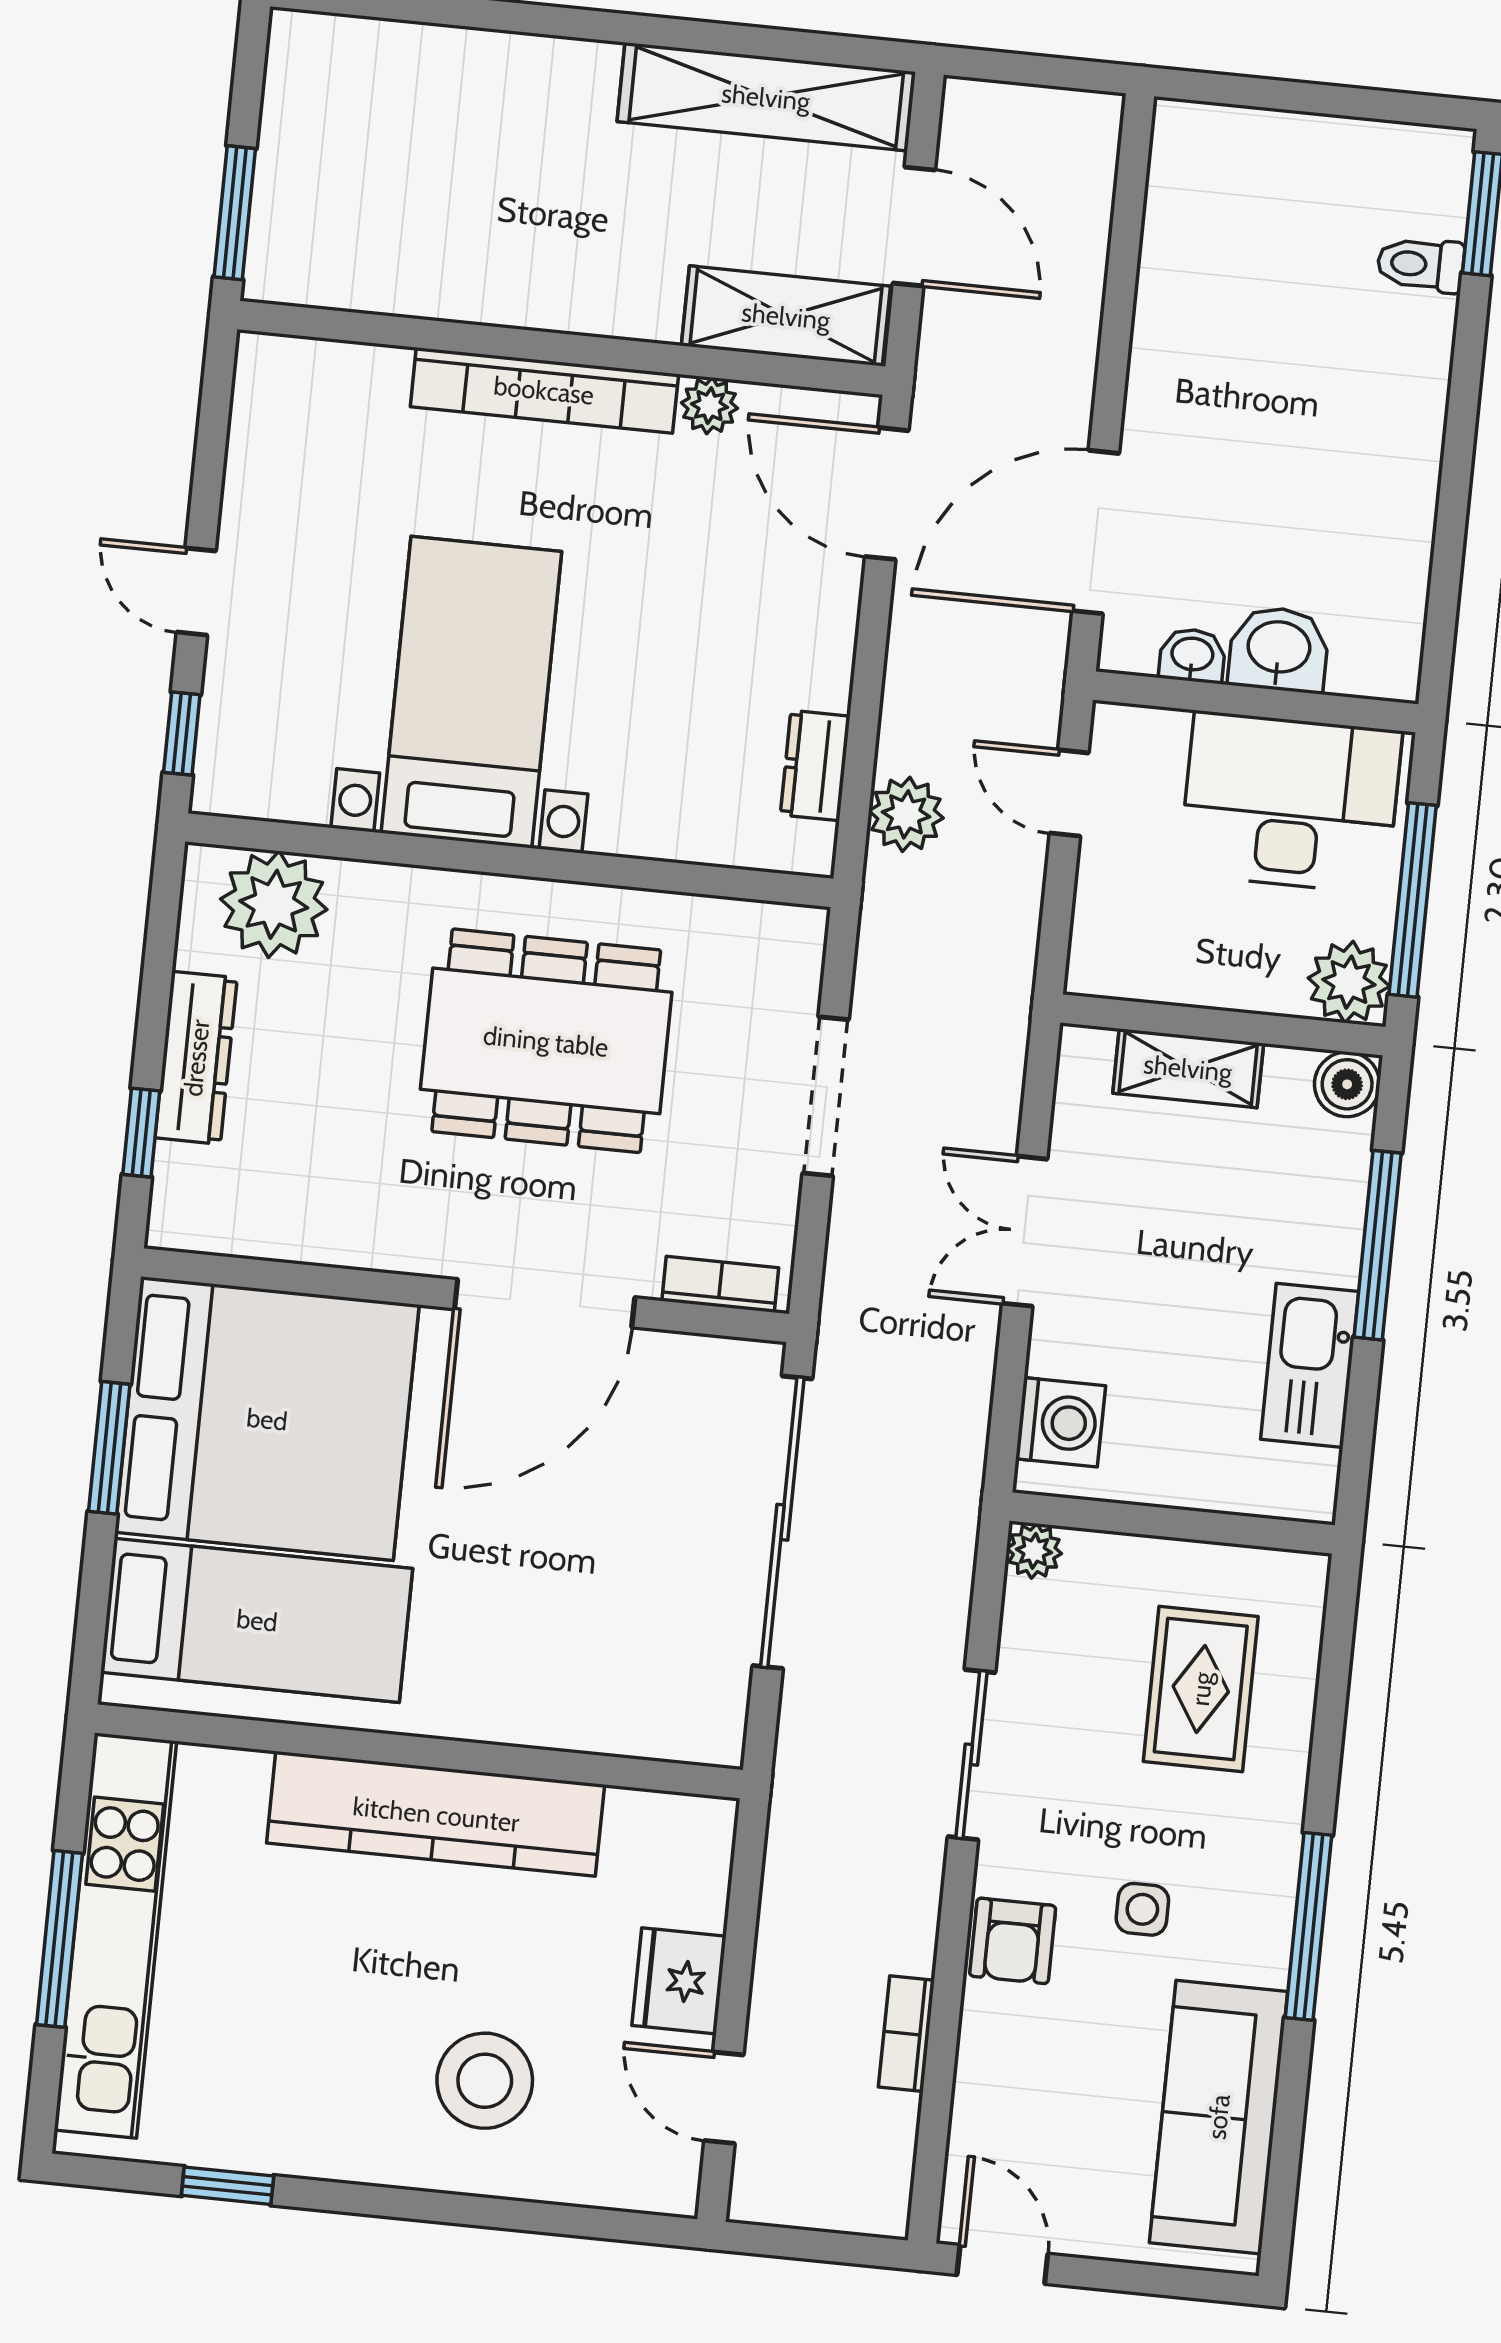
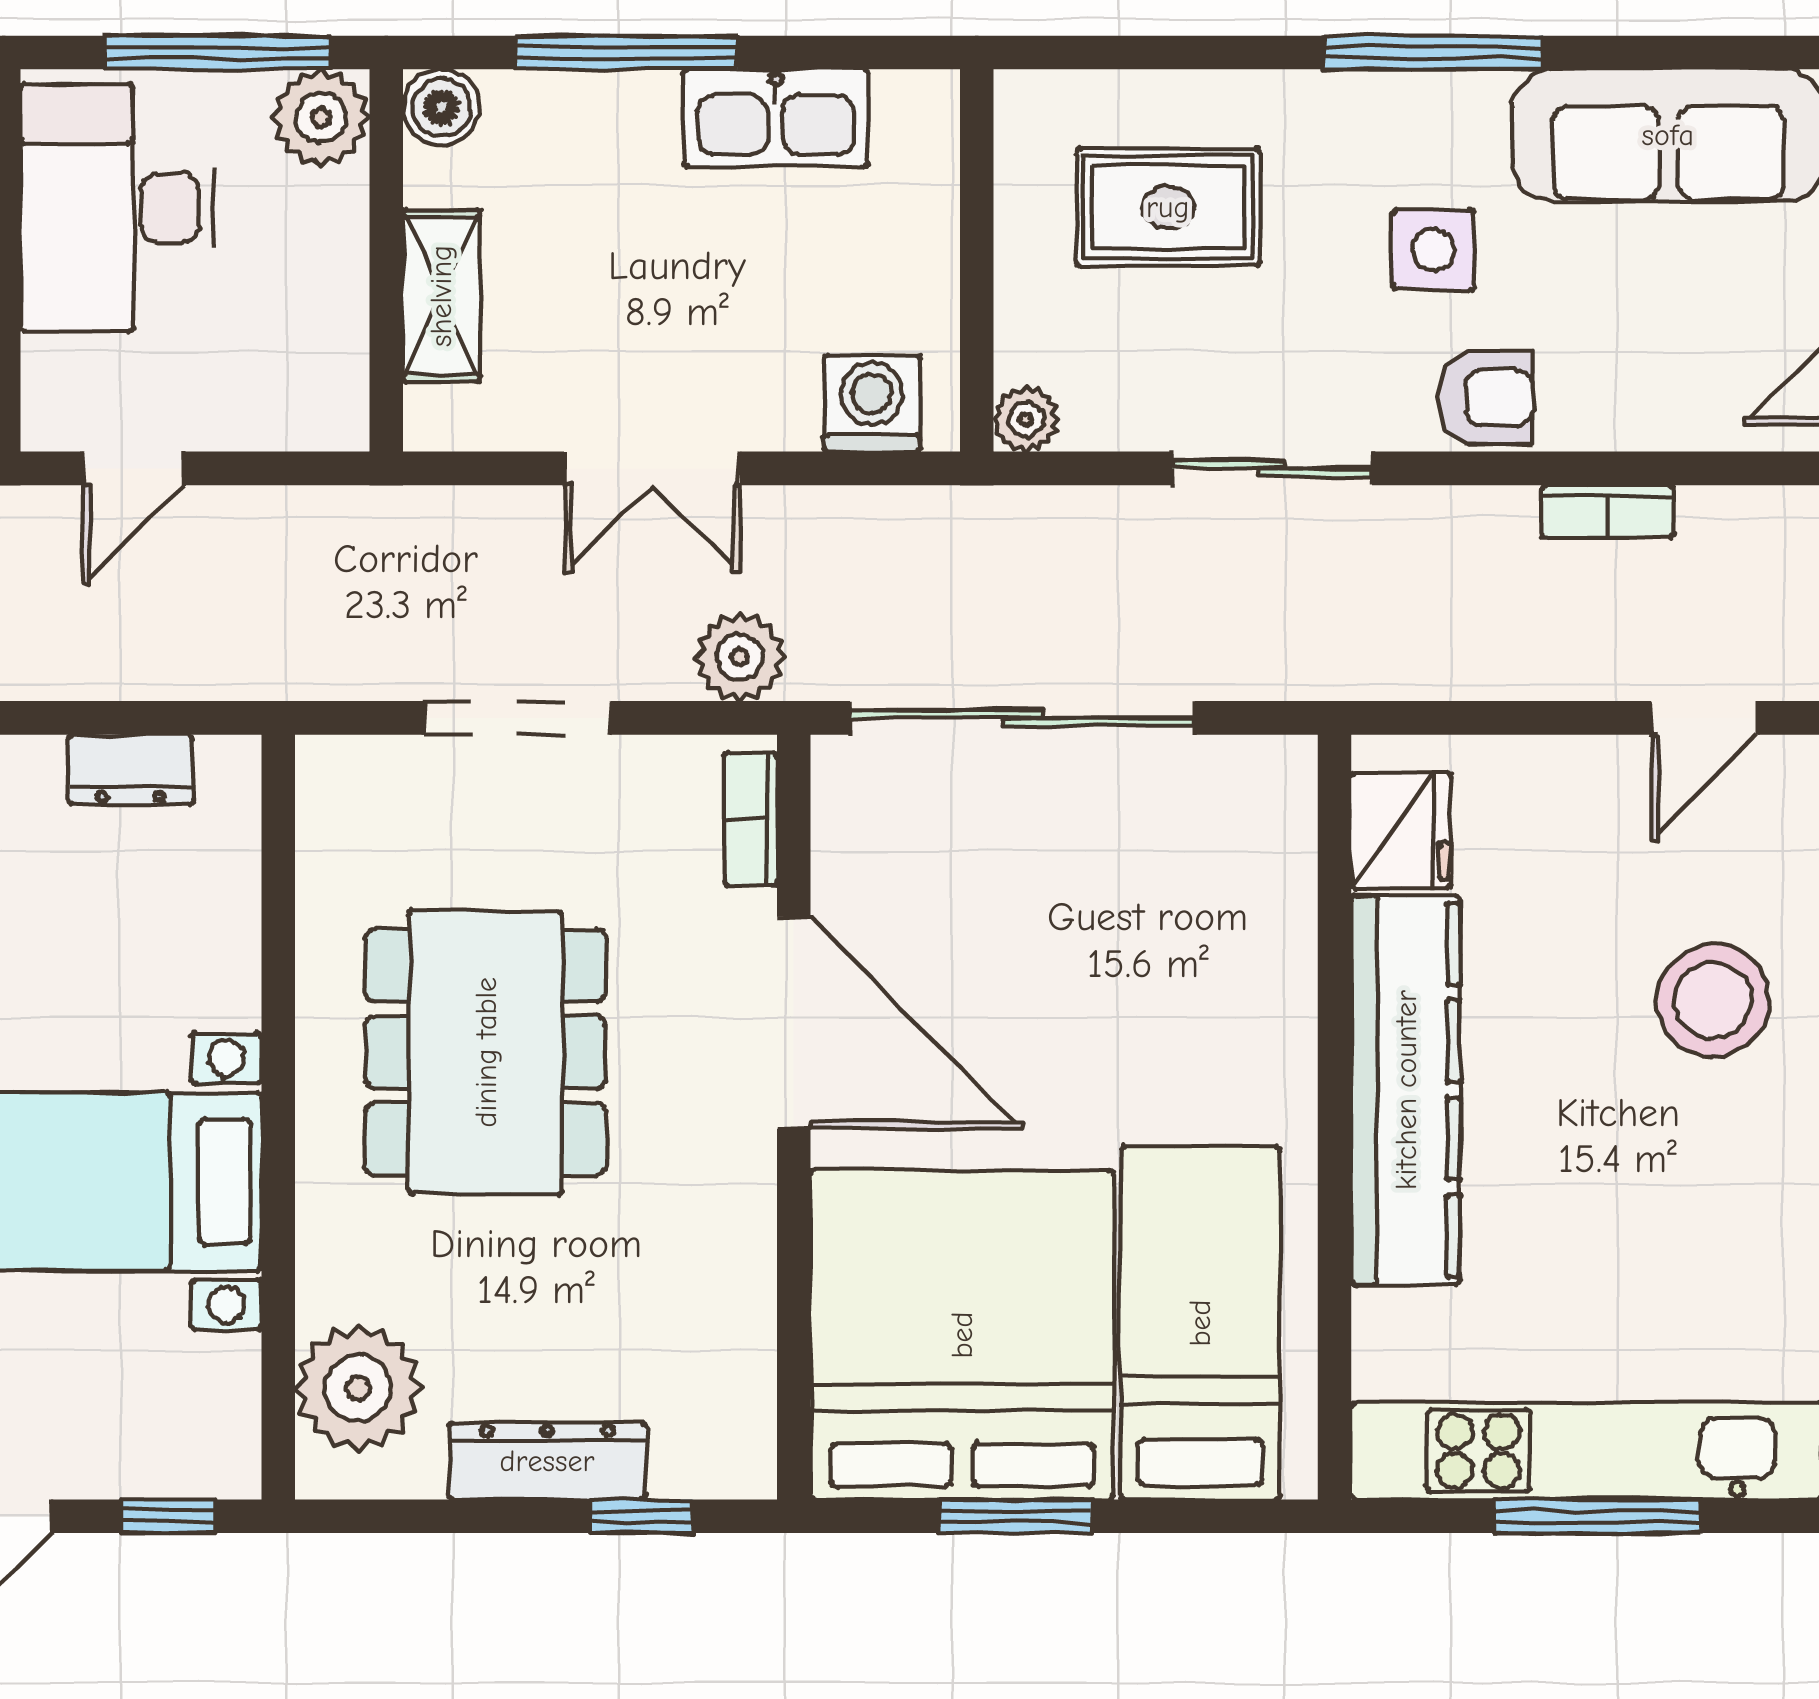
plant: (906, 814) -> (740, 657), moved
side table: (1142, 1909) -> (1433, 249), width x1.37, depth x1.37
fridge: (679, 1981) -> (1401, 831), moved, turned -90

